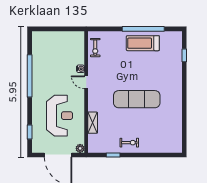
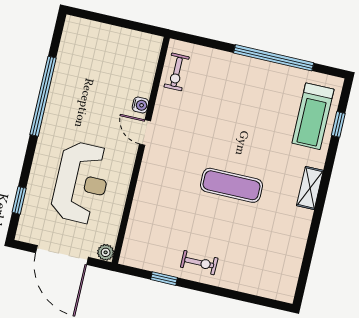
treadmill: (143, 43) -> (313, 116), moved, turned -90
exercise mat: (137, 99) -> (231, 185), width x0.73, depth x0.69
shelving: (93, 123) -> (310, 188), moved

